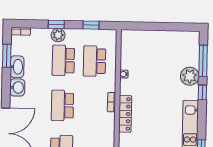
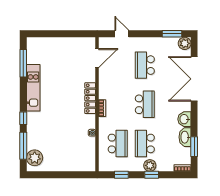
school desk: (63, 60) -> (145, 143), turned 180
plant: (190, 76) -> (35, 158), moved

